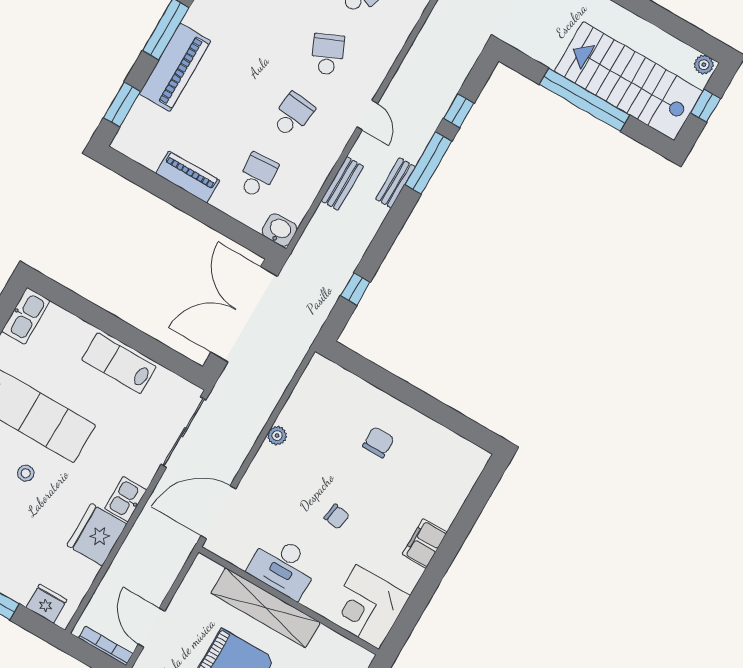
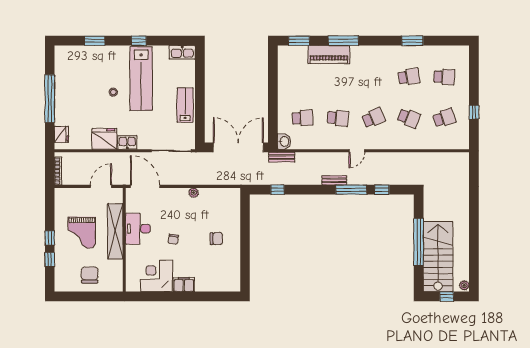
piano: (188, 177) -> (284, 88), removed
bench: (342, 183) -> (282, 157), moved
corner desk: (368, 607) -> (156, 276), moved
door: (151, 628) -> (101, 186), moved

